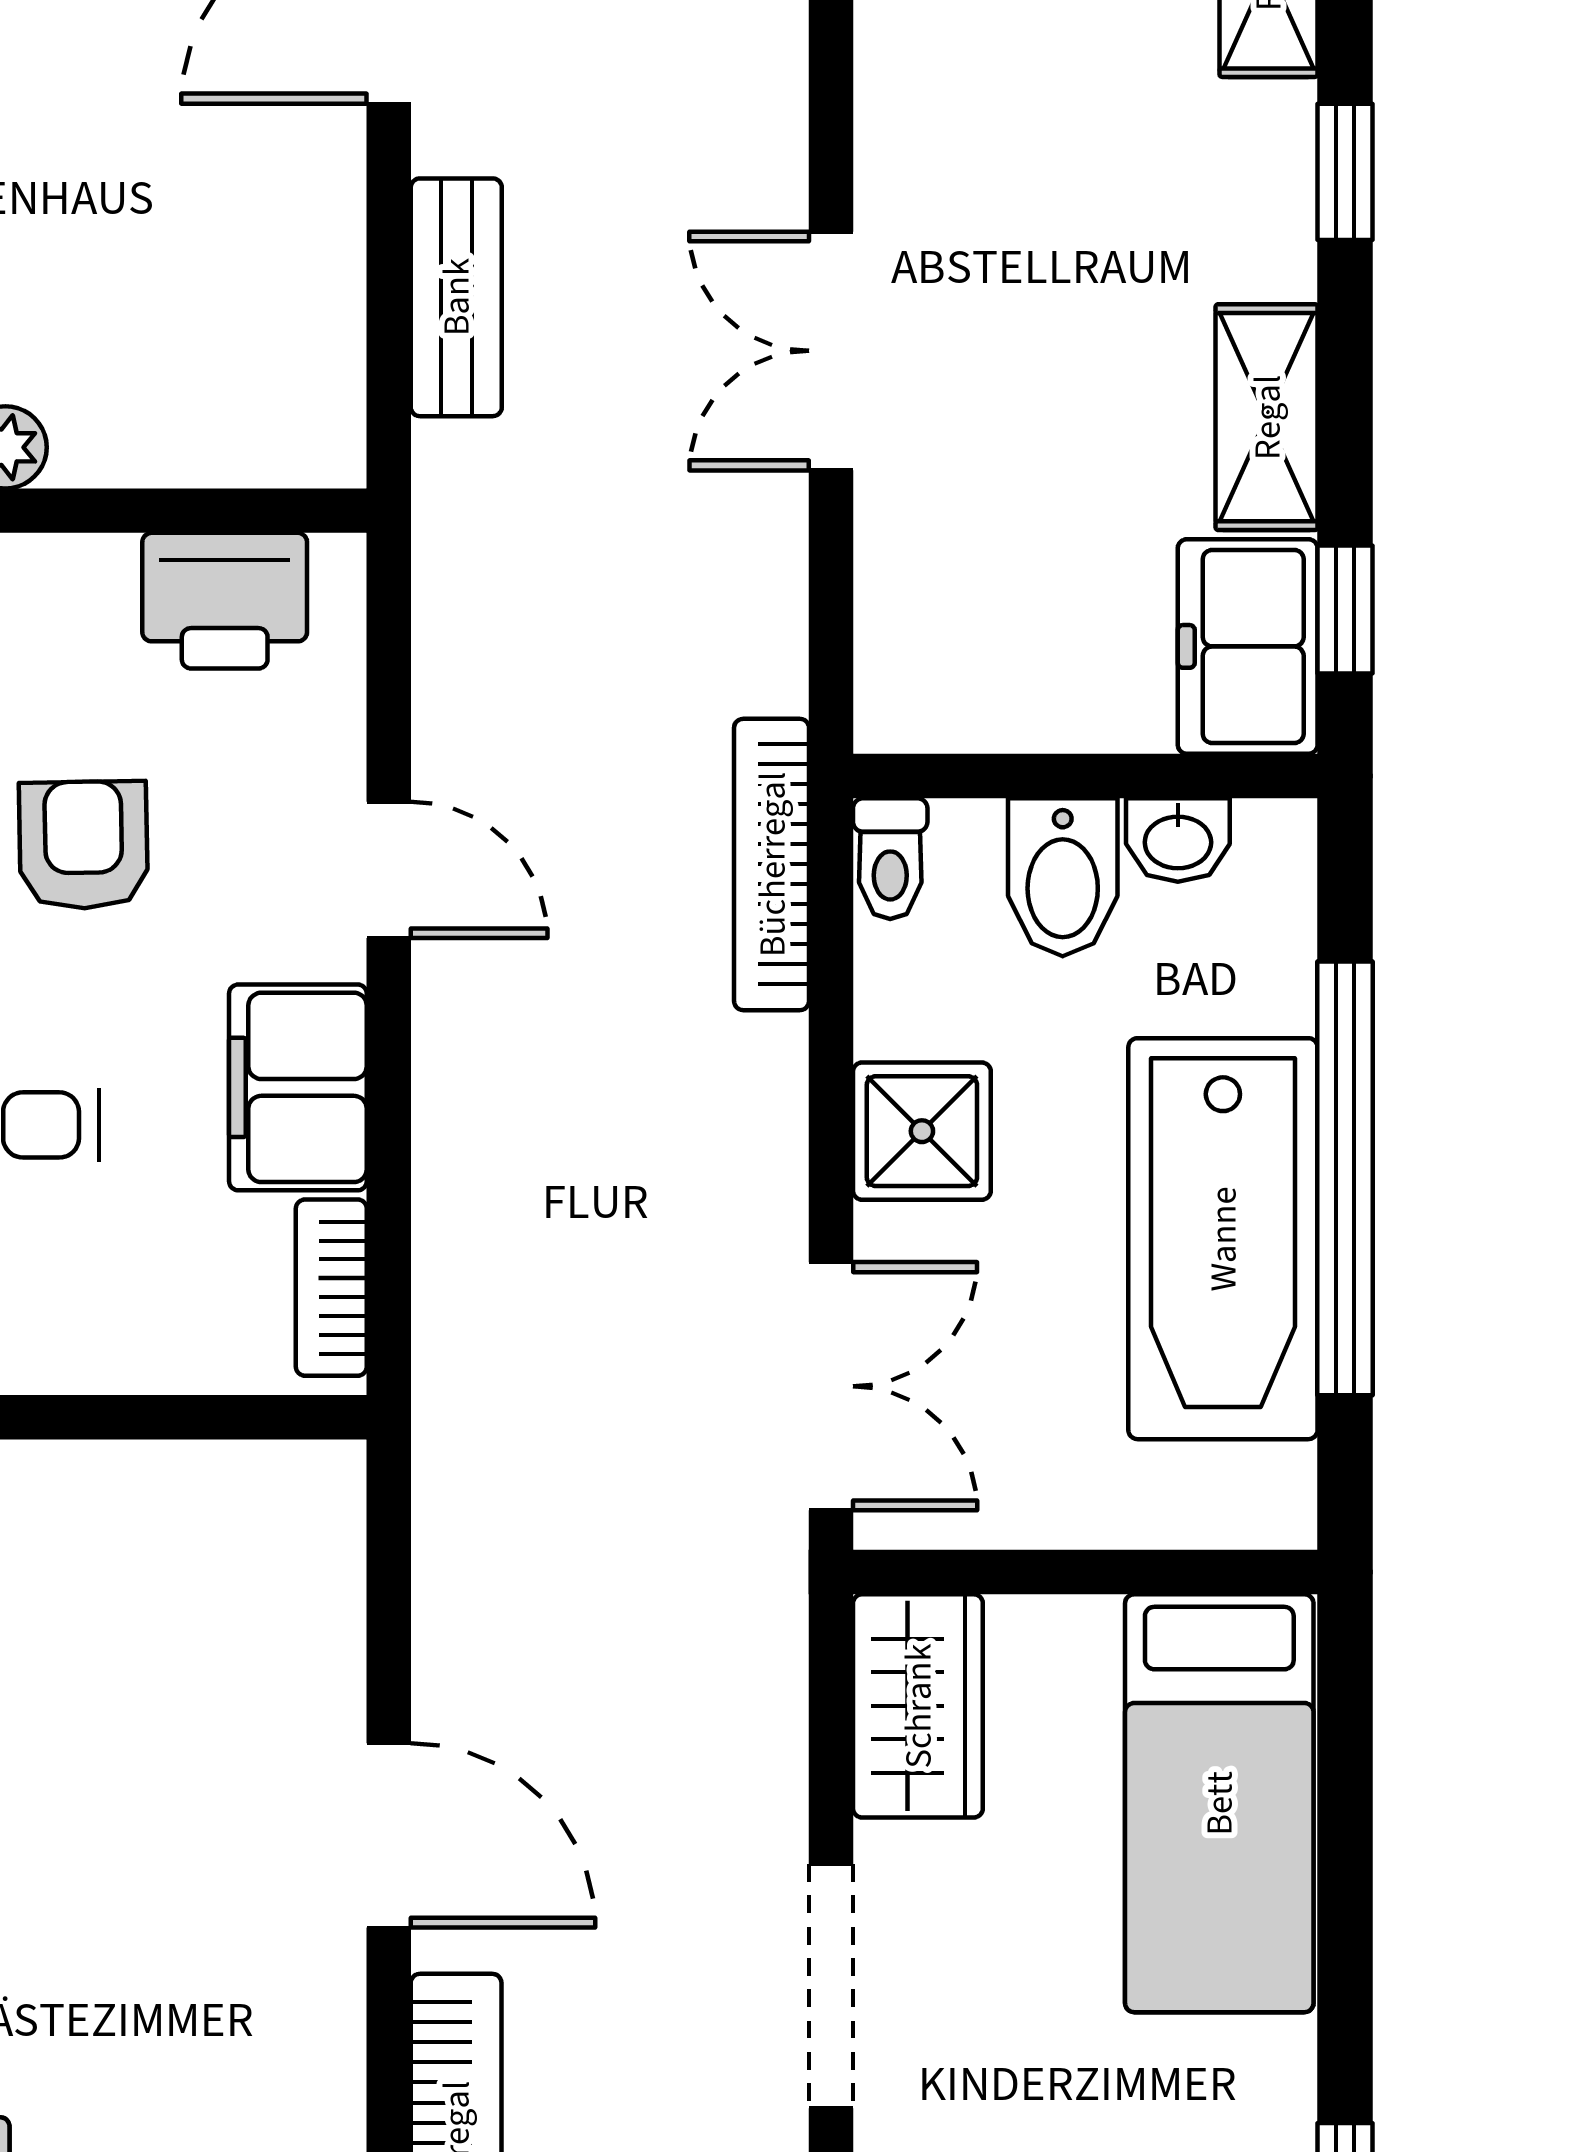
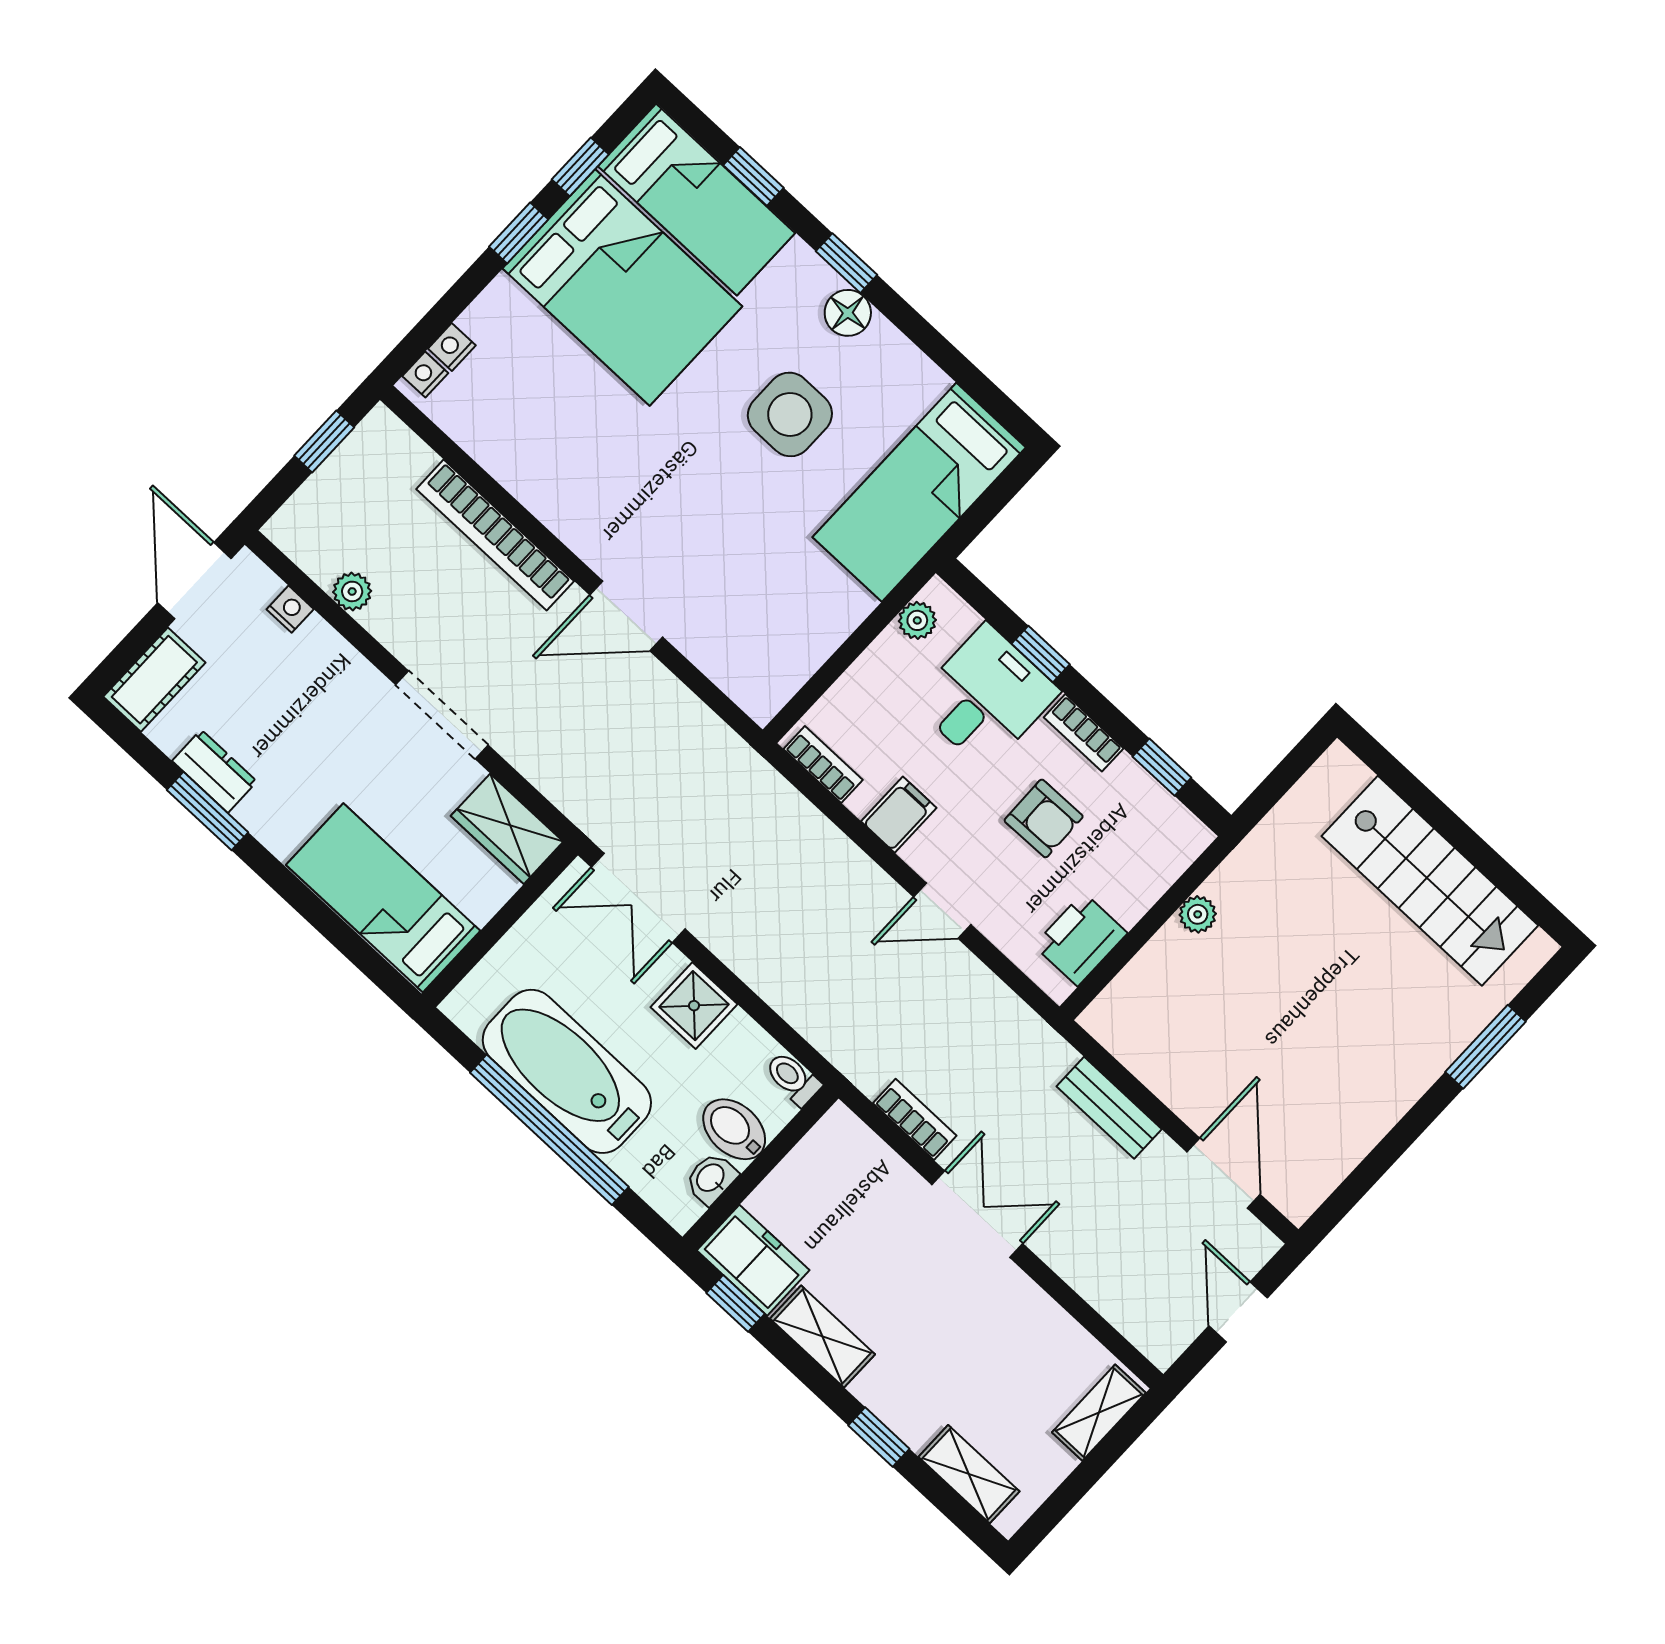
bookcase: (772, 864) -> (915, 1119), moved, width x0.64
filing cabinet: (298, 1087) -> (899, 815), width x0.50

